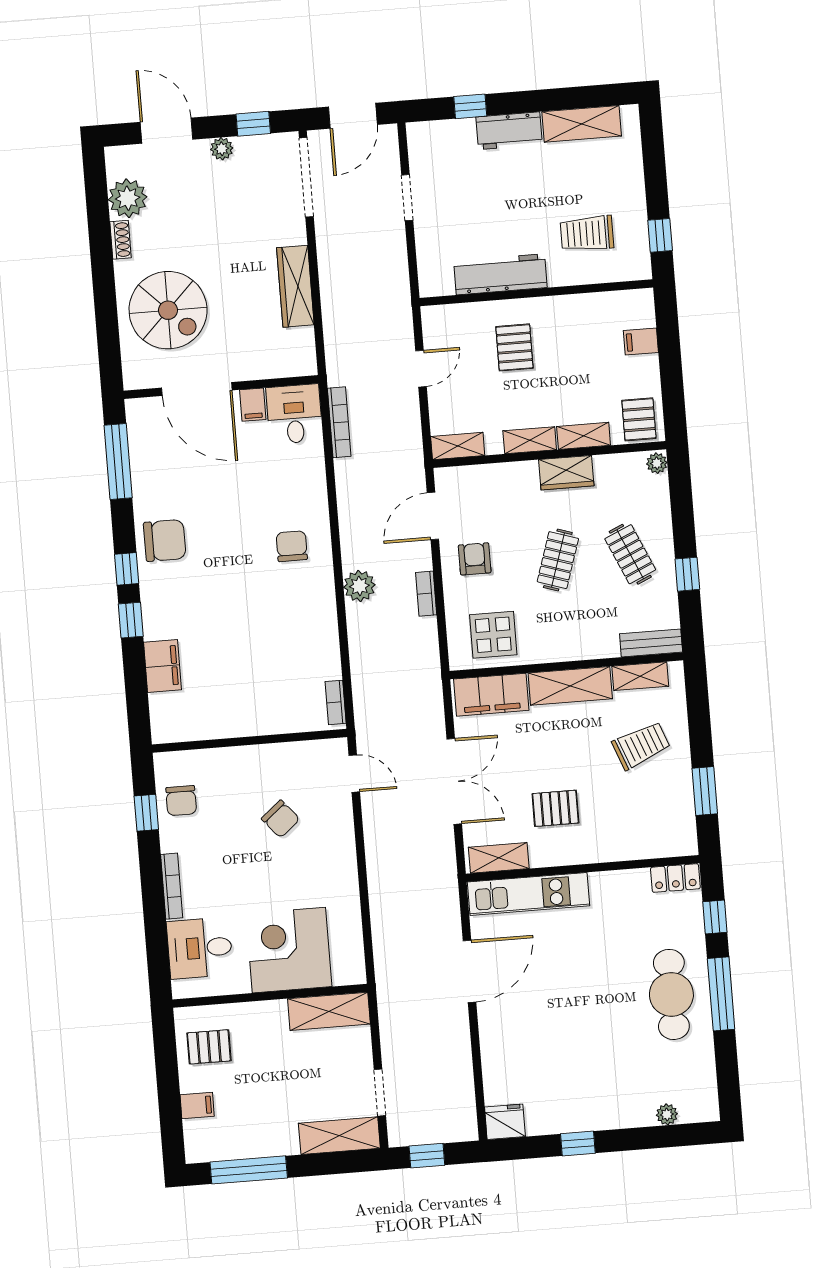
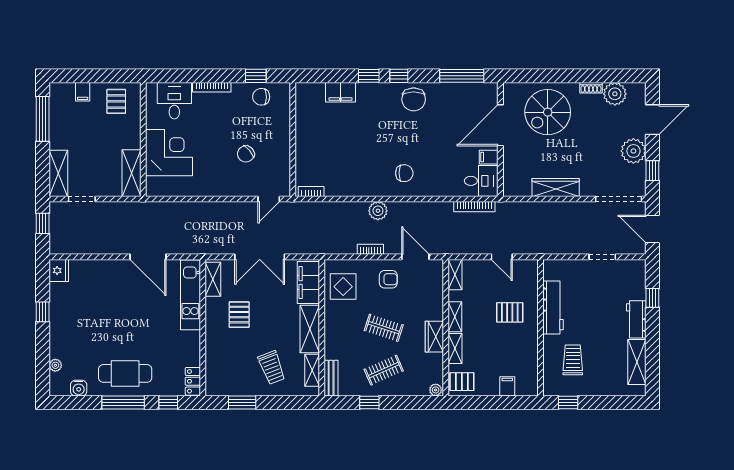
plant: (222, 149) -> (633, 151), width x1.87, depth x1.87
water cooler: (703, 1072) -> (79, 388), added

